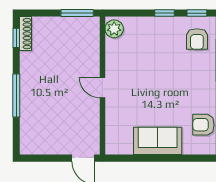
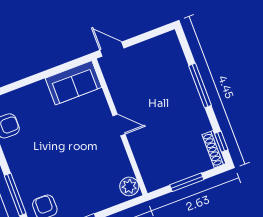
window: (77, 13) -> (187, 182), moved
sofa: (158, 141) -> (74, 83), moved

